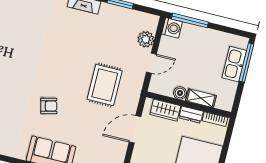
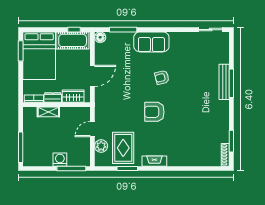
washing machine: (172, 28) -> (60, 160), moved, turned 90
kitchen sink: (234, 64) -> (30, 144), removed
armchair: (69, 65) -> (154, 112), added
rug: (105, 85) -> (123, 148), moved
boiler: (180, 93) -> (65, 112), removed

